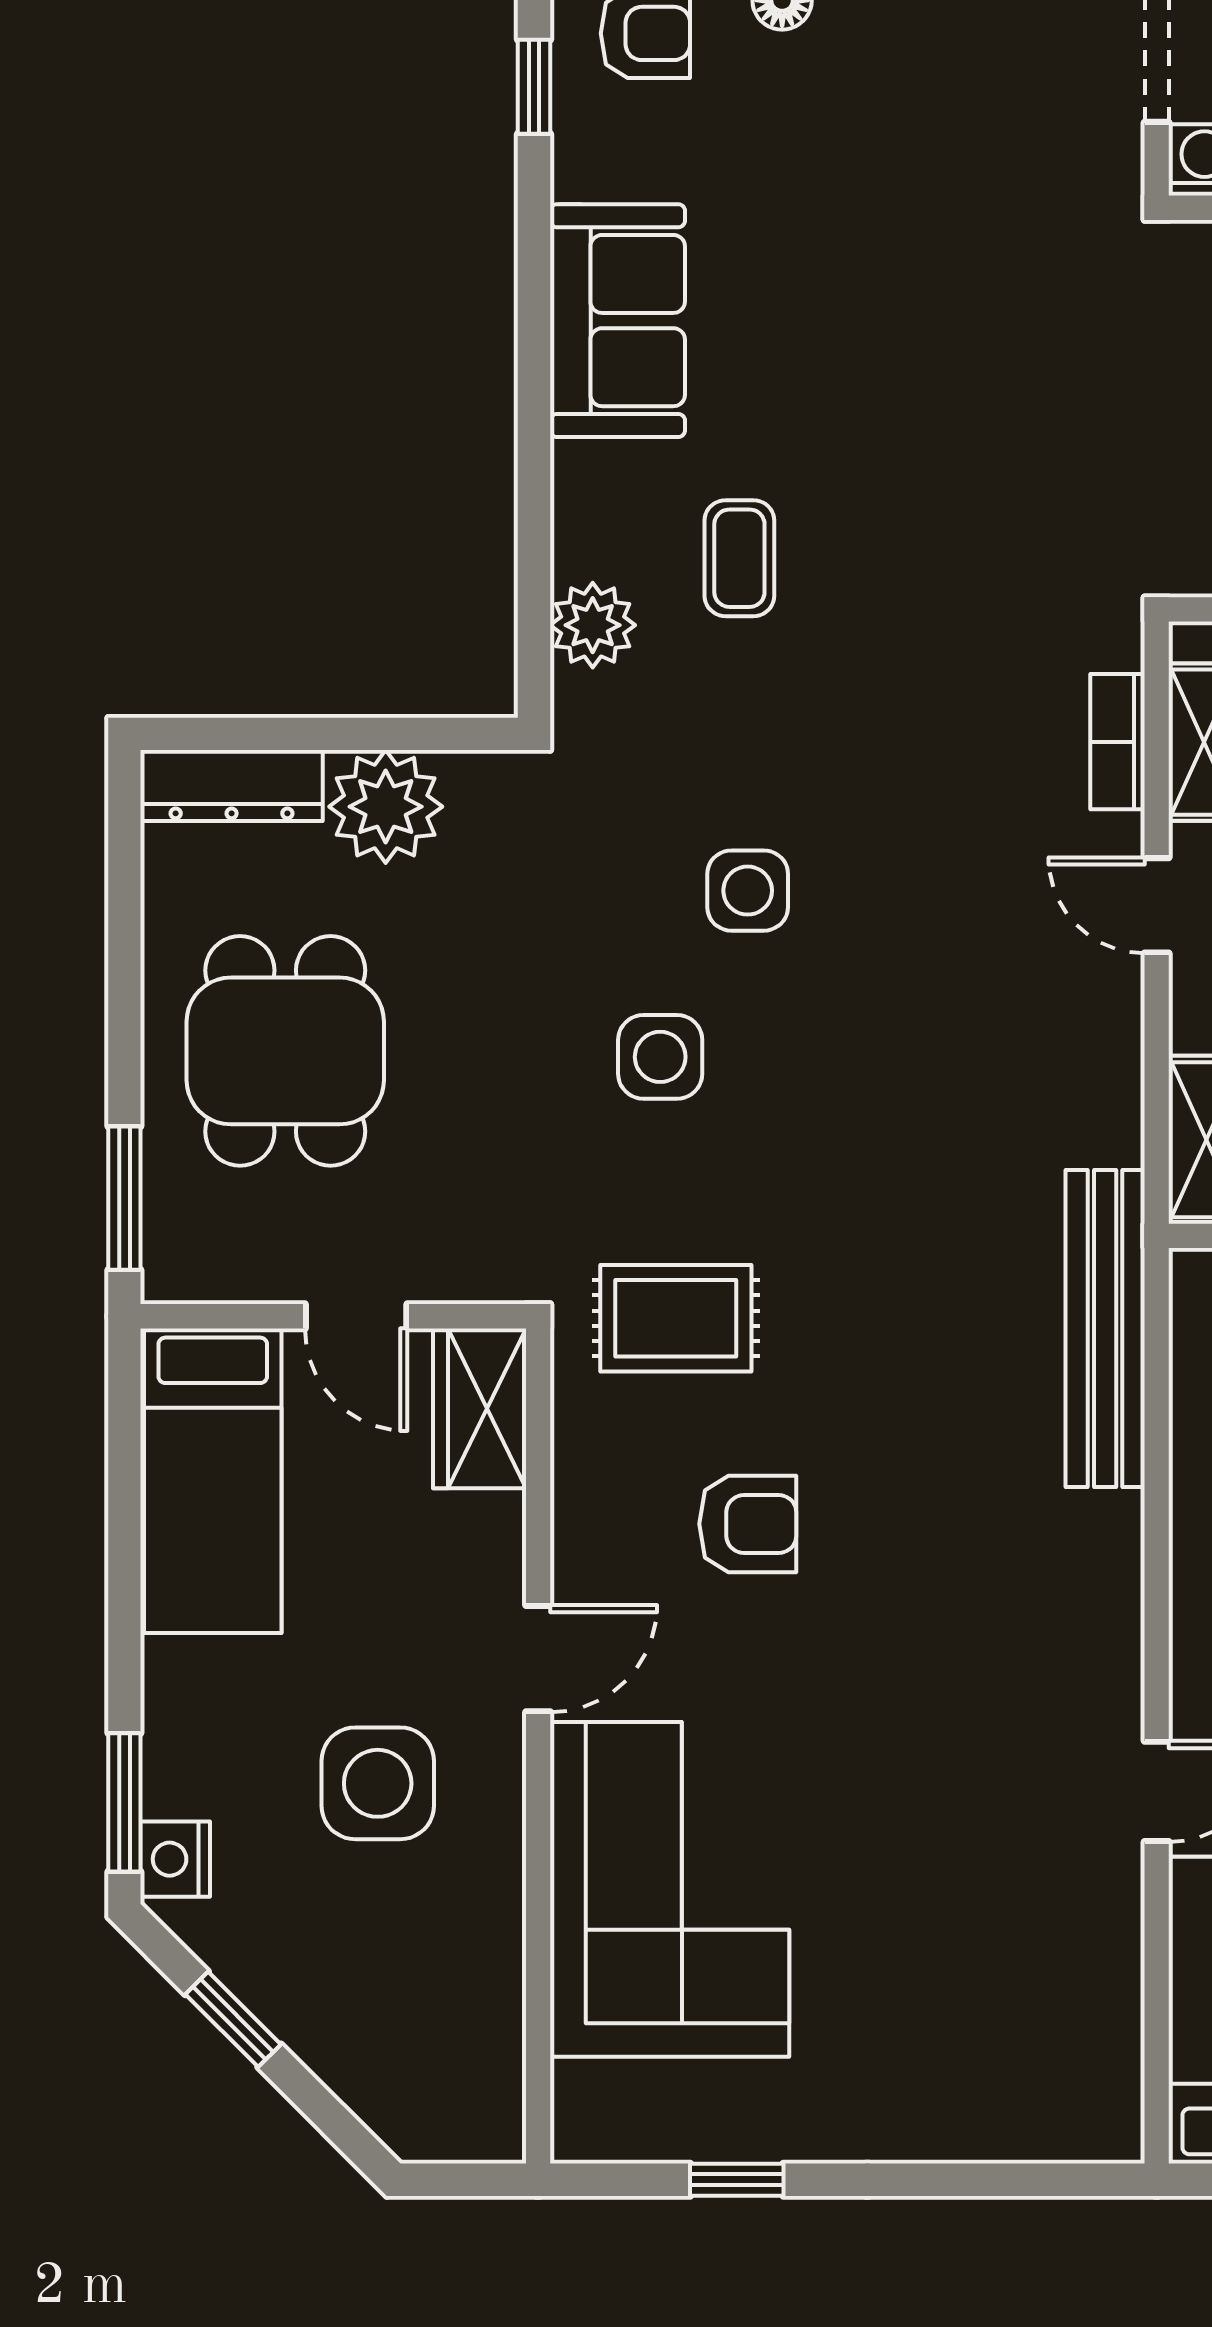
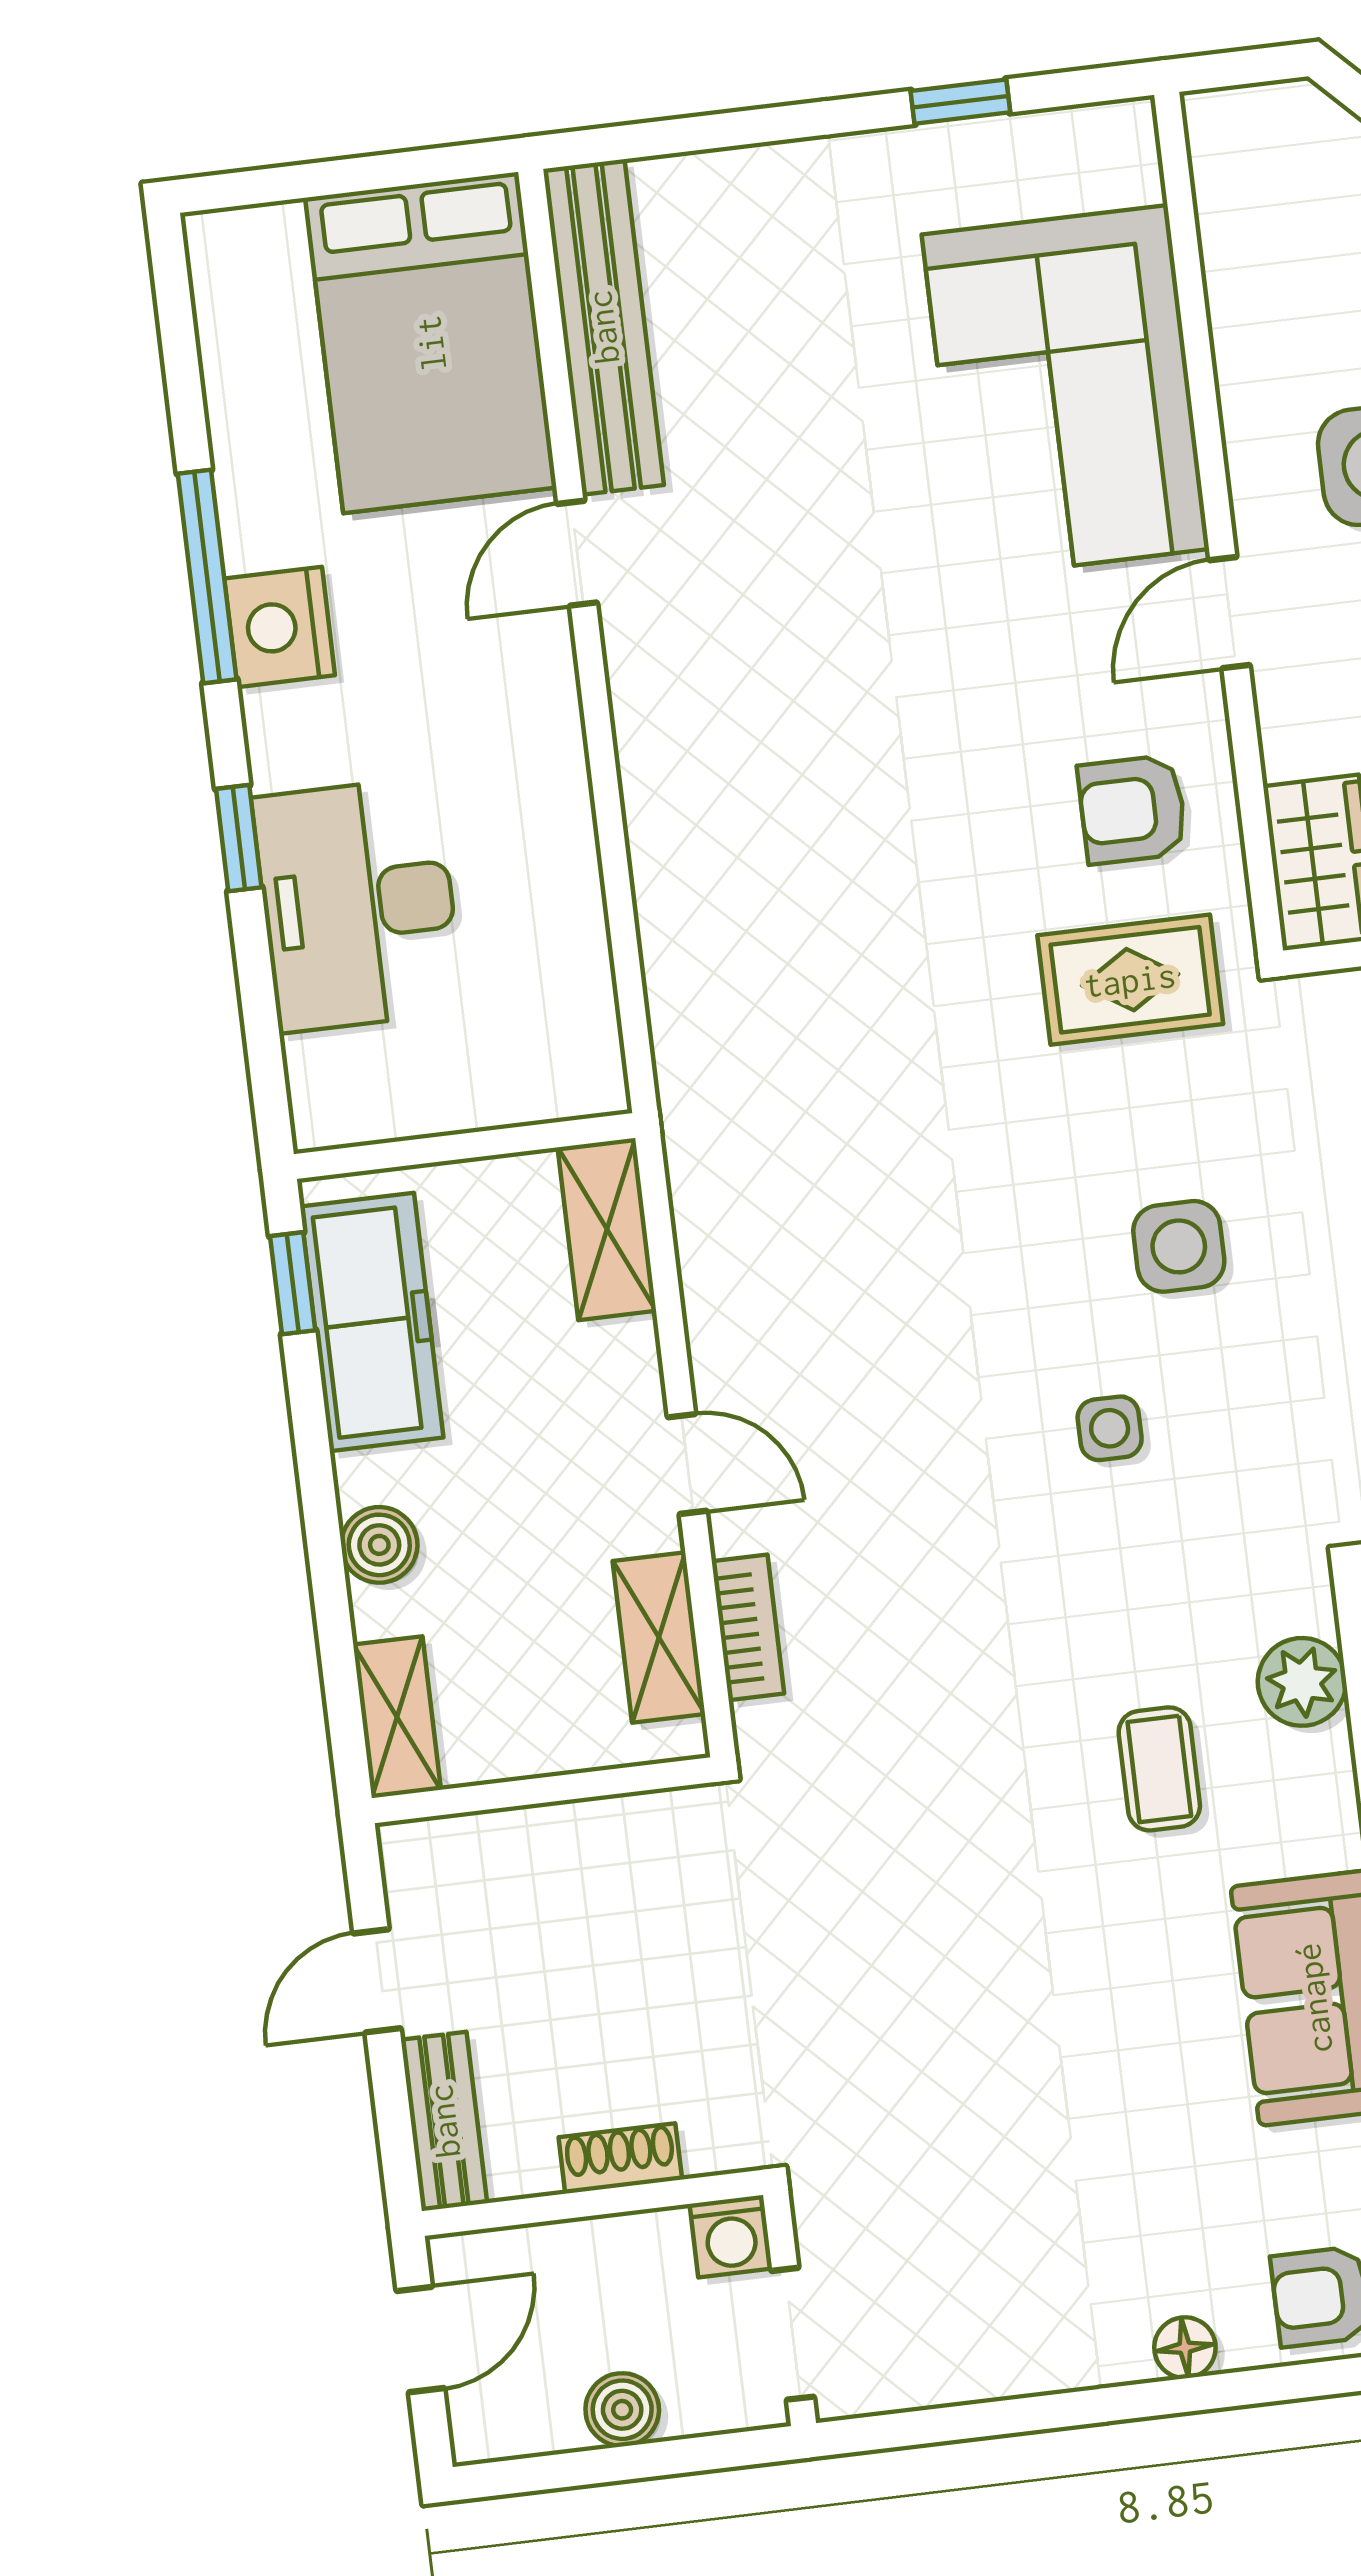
side table: (748, 891) -> (1110, 1428), width x0.73, depth x0.73
bench: (1105, 1329) -> (603, 327), moved
armchair: (748, 1524) -> (1132, 809), moved

